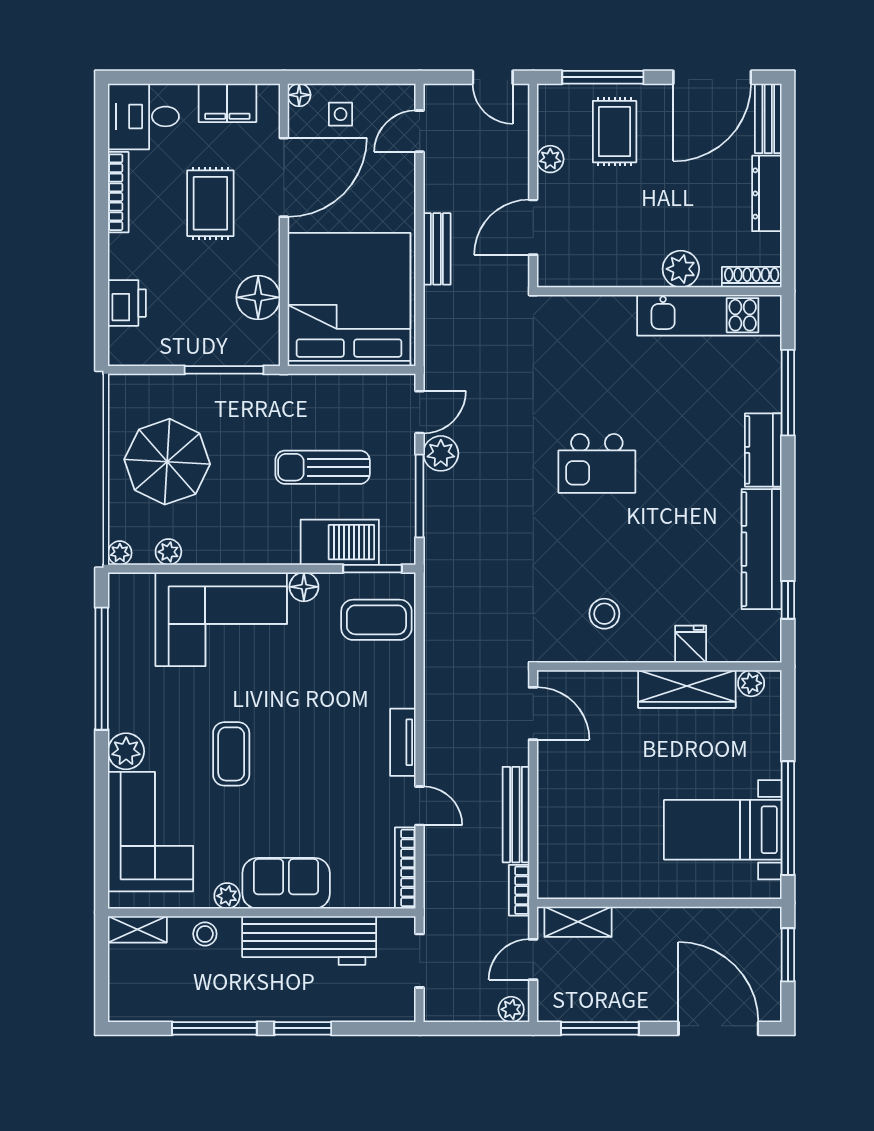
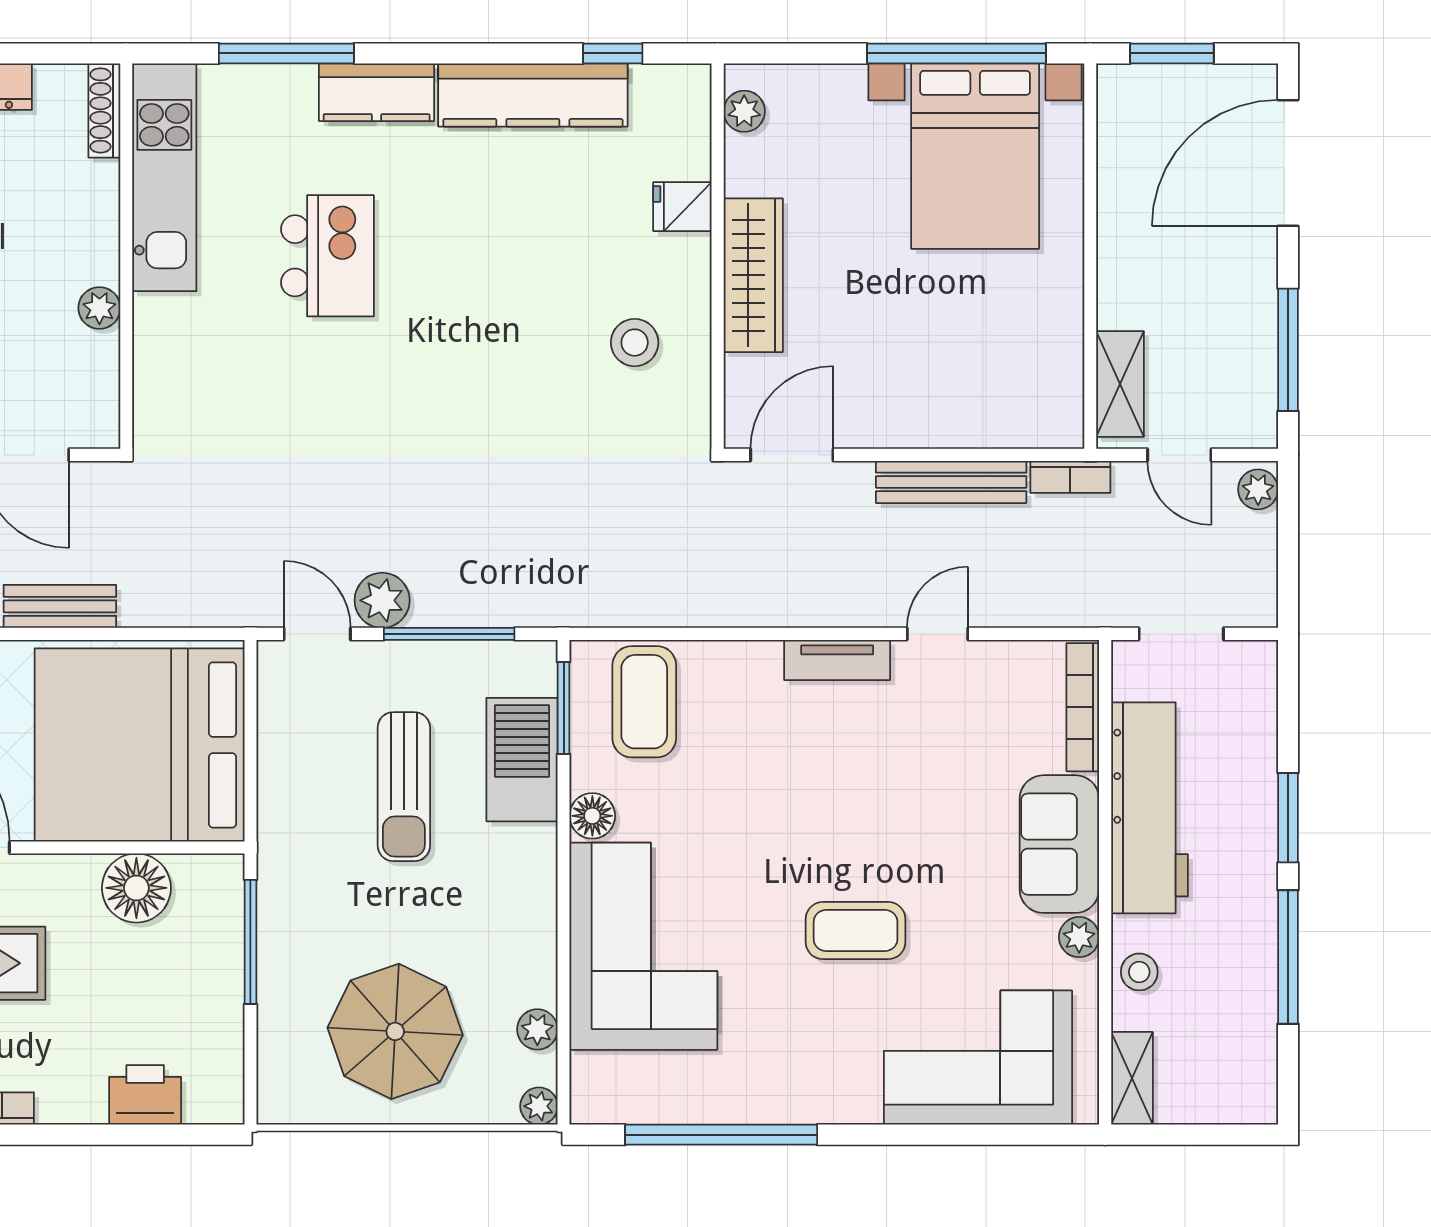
plant: (681, 269) -> (99, 308), moved, width x0.73, depth x0.73
kitchen island: (597, 463) -> (327, 256), moved
wardrobe: (687, 689) -> (753, 275), moved
plant: (126, 751) -> (851, 1096), removed
bed with nightstands: (723, 830) -> (975, 156), width x1.36
bookcase: (405, 868) -> (1083, 707), moved, turned 90

